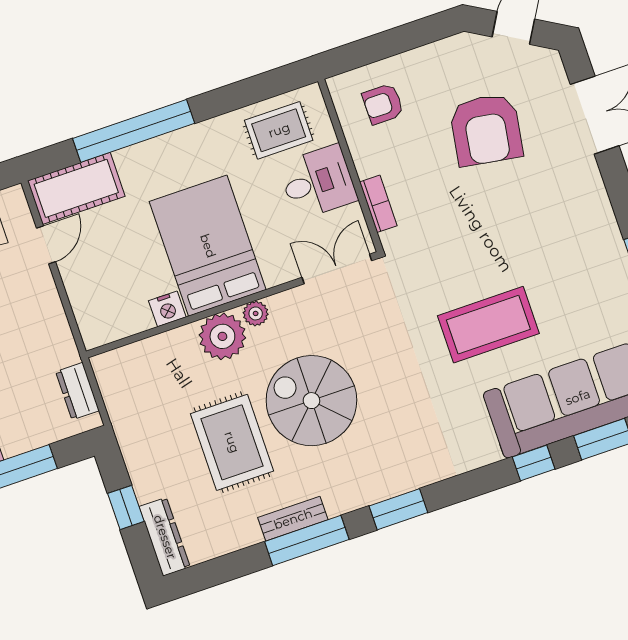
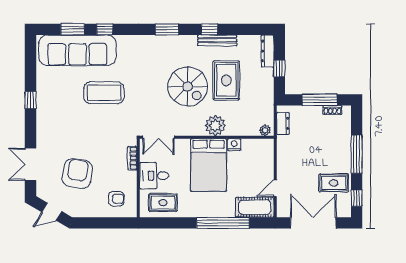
plant: (256, 313) -> (265, 130), moved
bench: (293, 519) -> (217, 40), width x1.36
window: (307, 541) -> (209, 29), width x0.46

